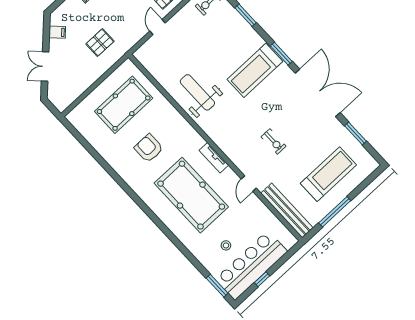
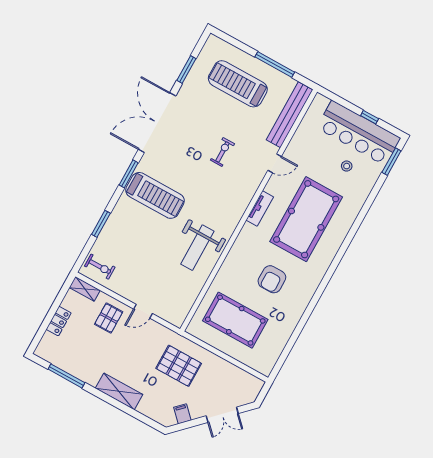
pallet: (100, 43) -> (179, 366), width x1.50, depth x1.42

